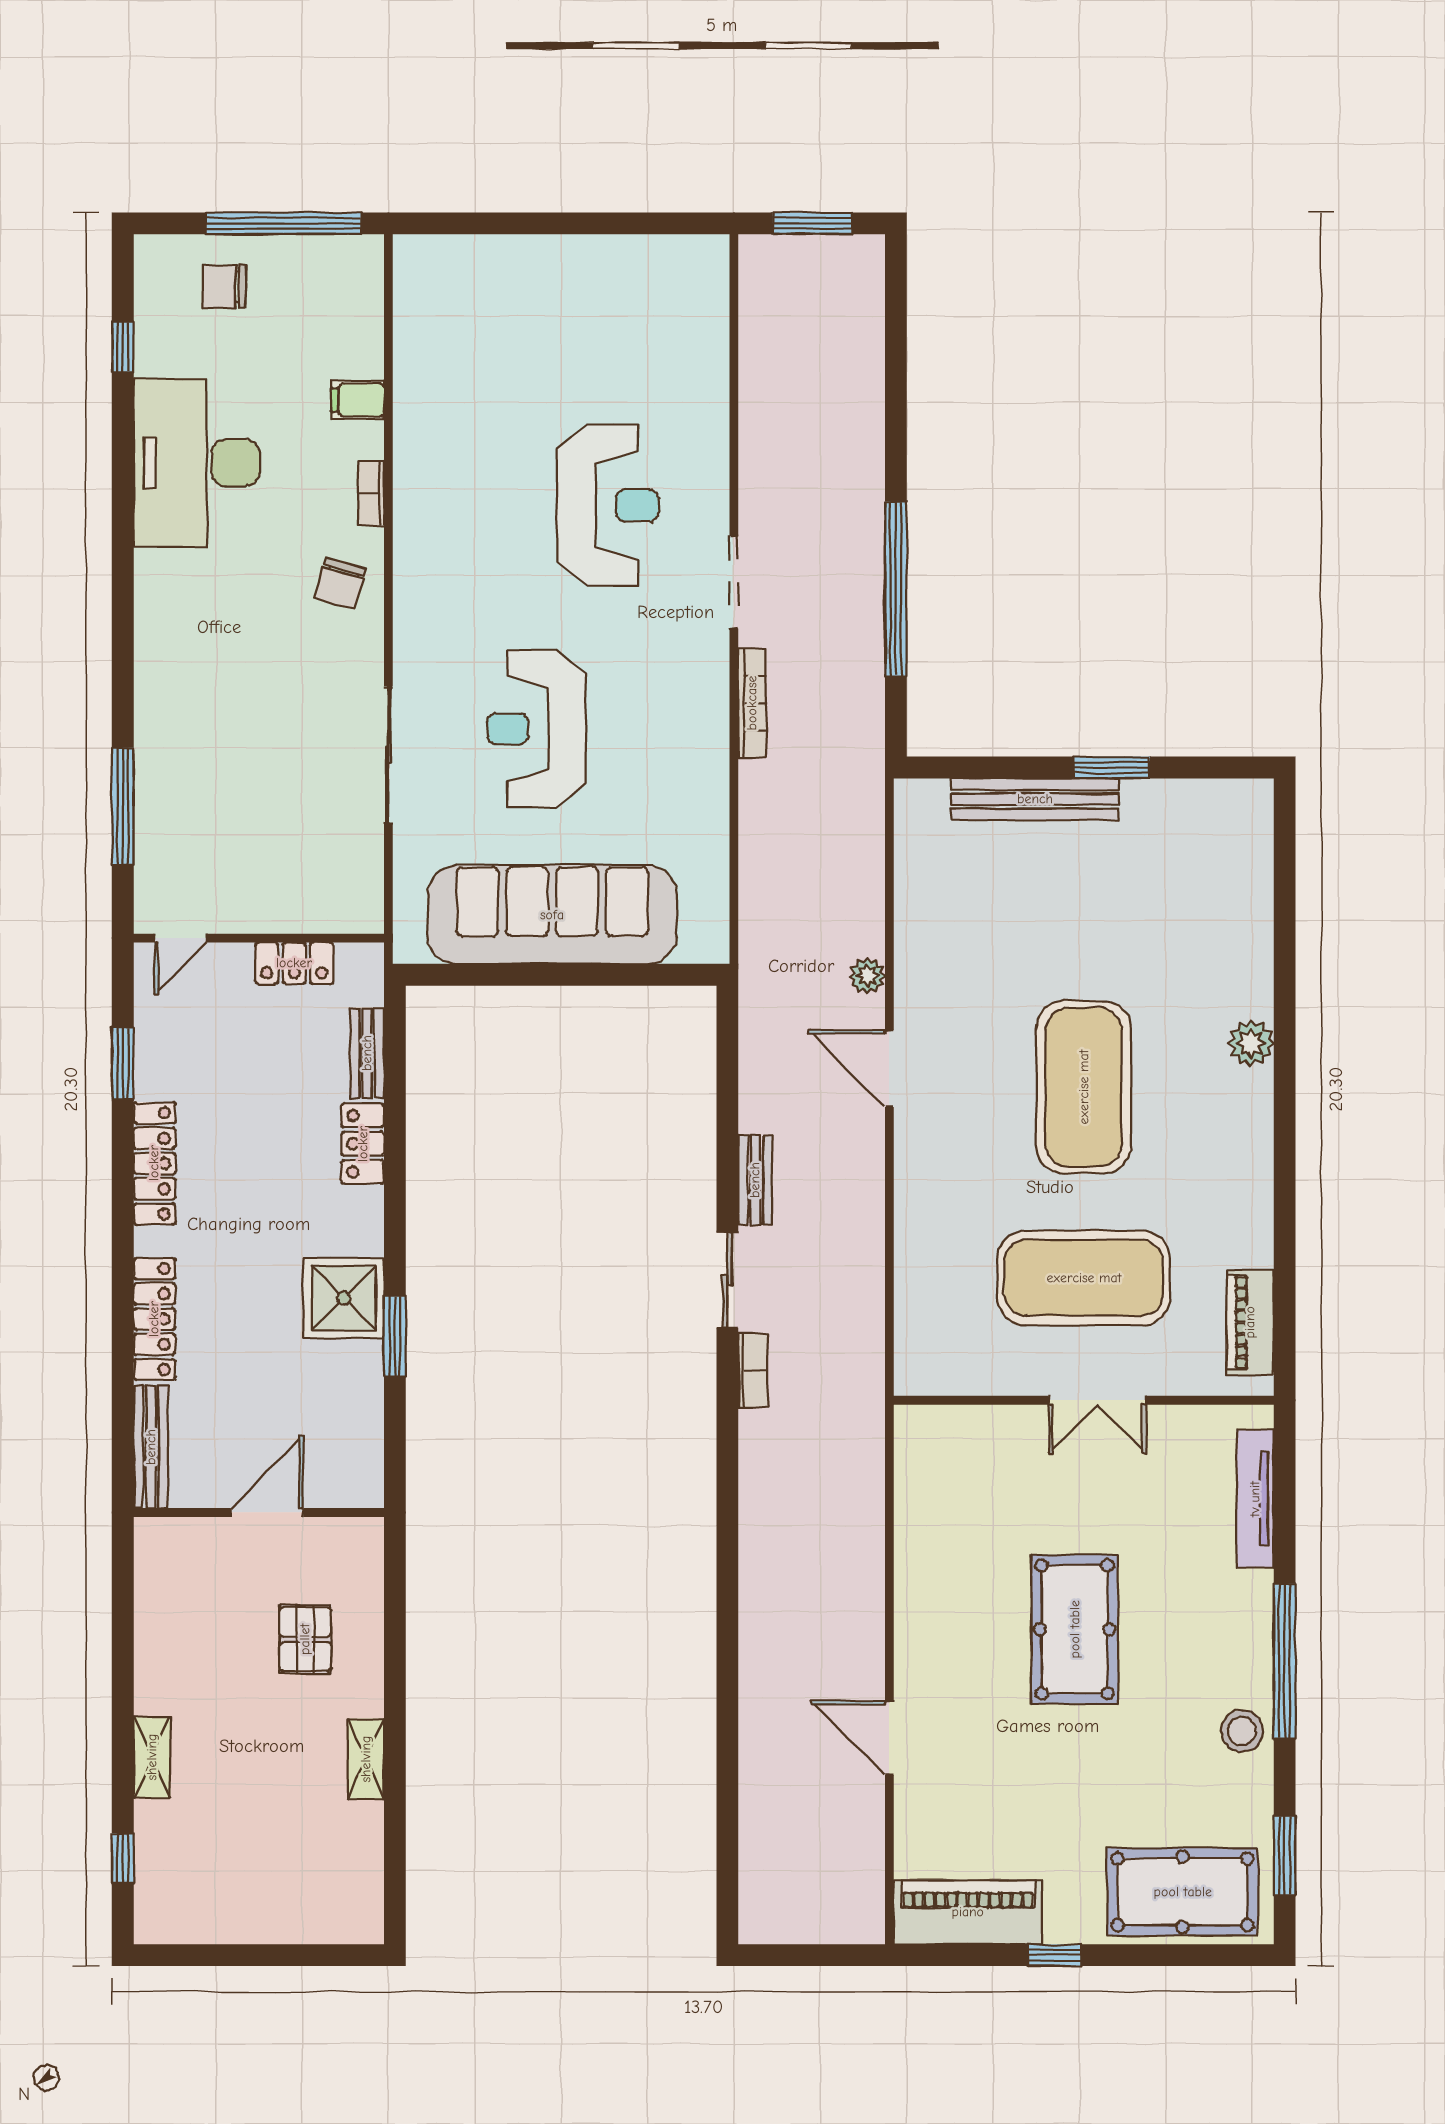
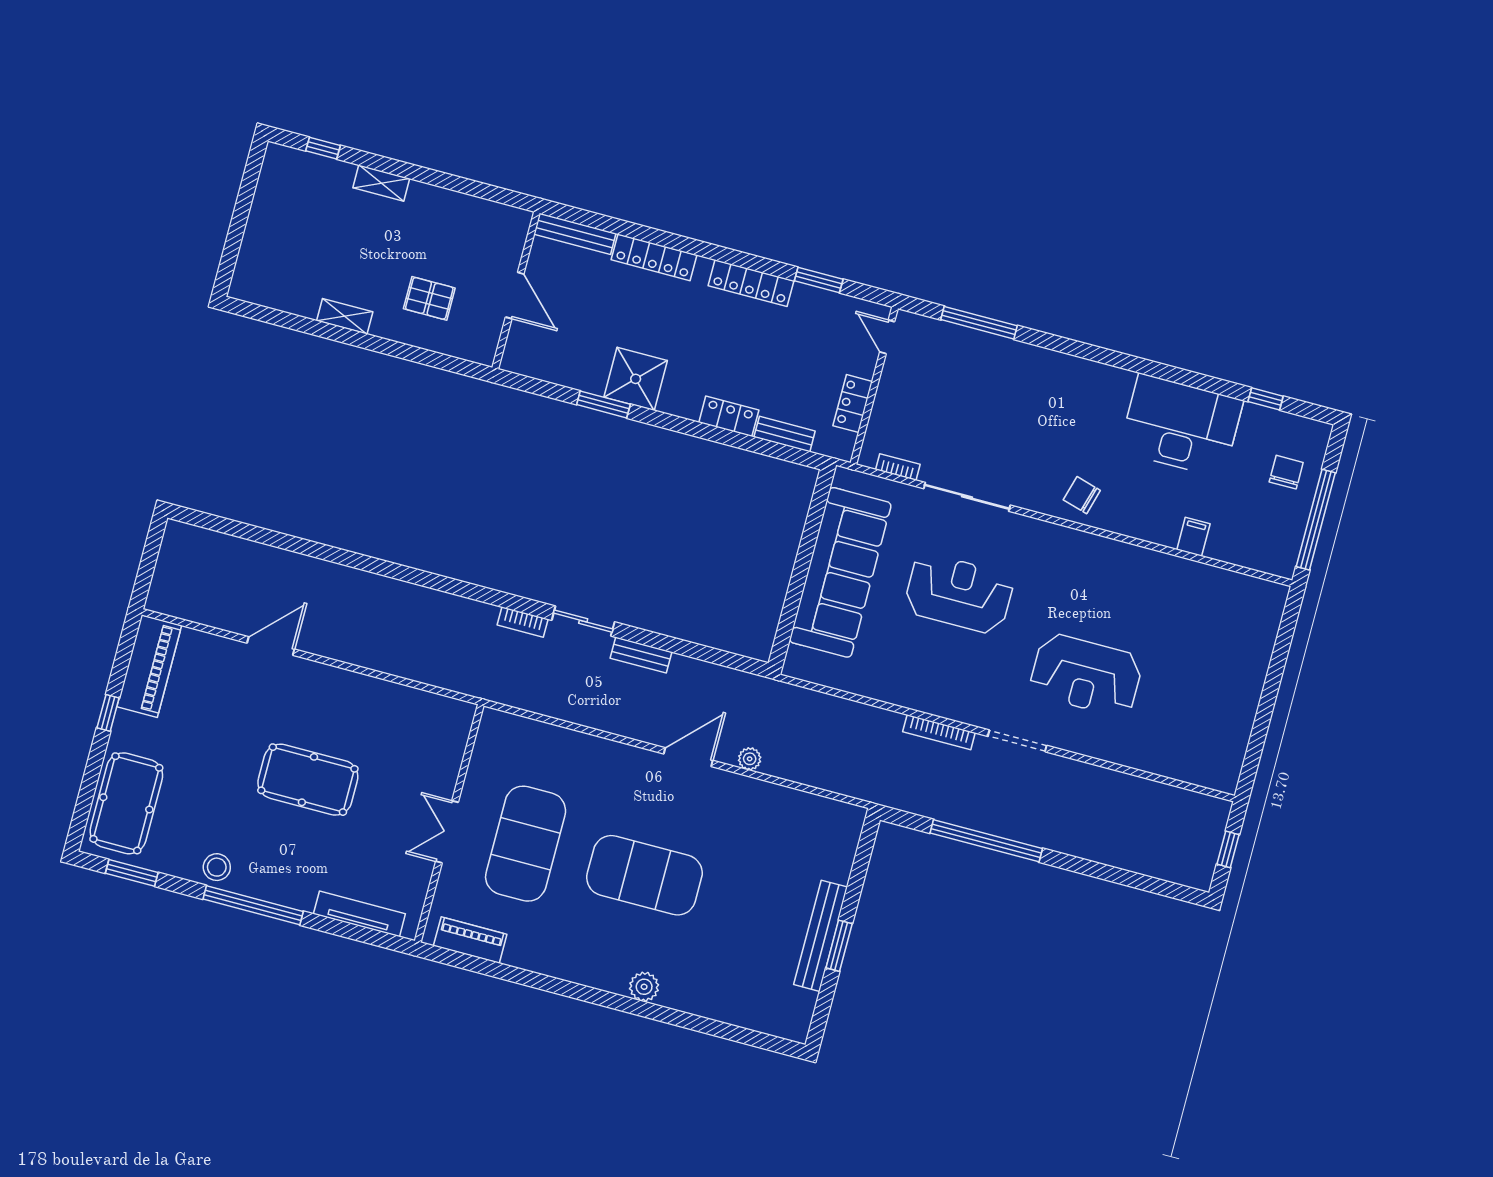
window: (812, 223) -> (1228, 849), width x0.67
bookcase: (371, 493) -> (898, 467), moved
bench: (1035, 799) -> (821, 936), moved

